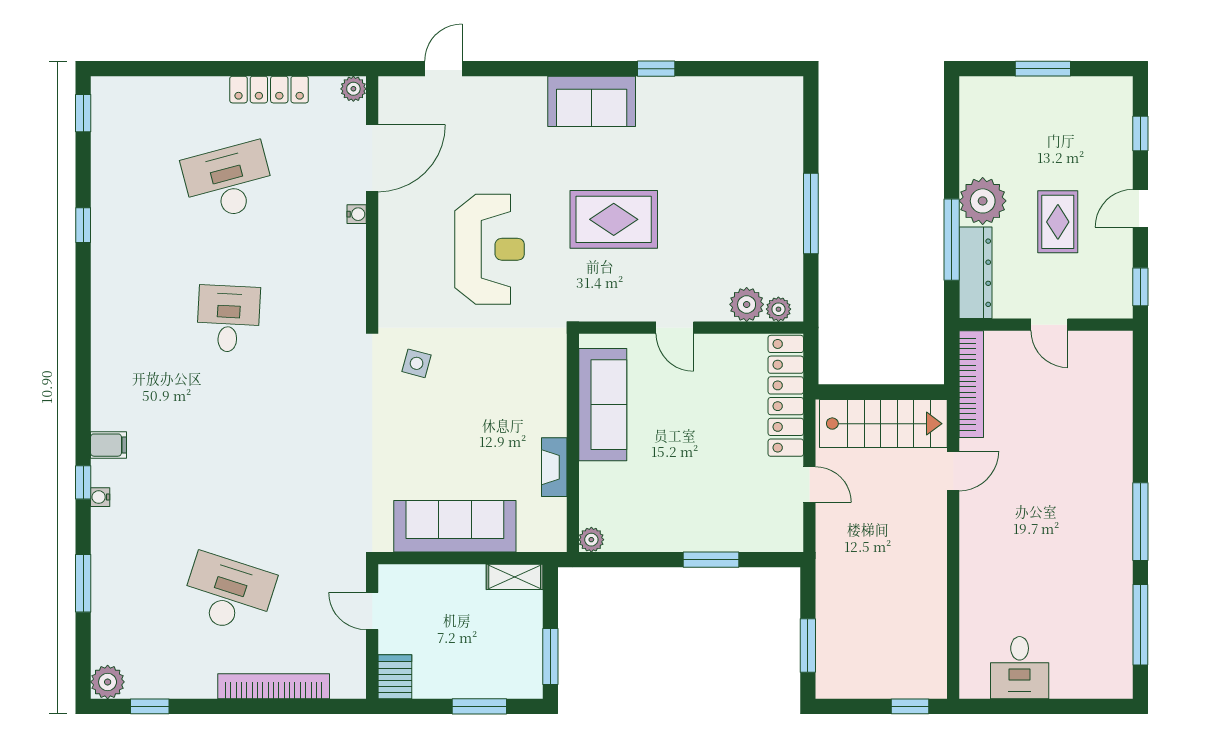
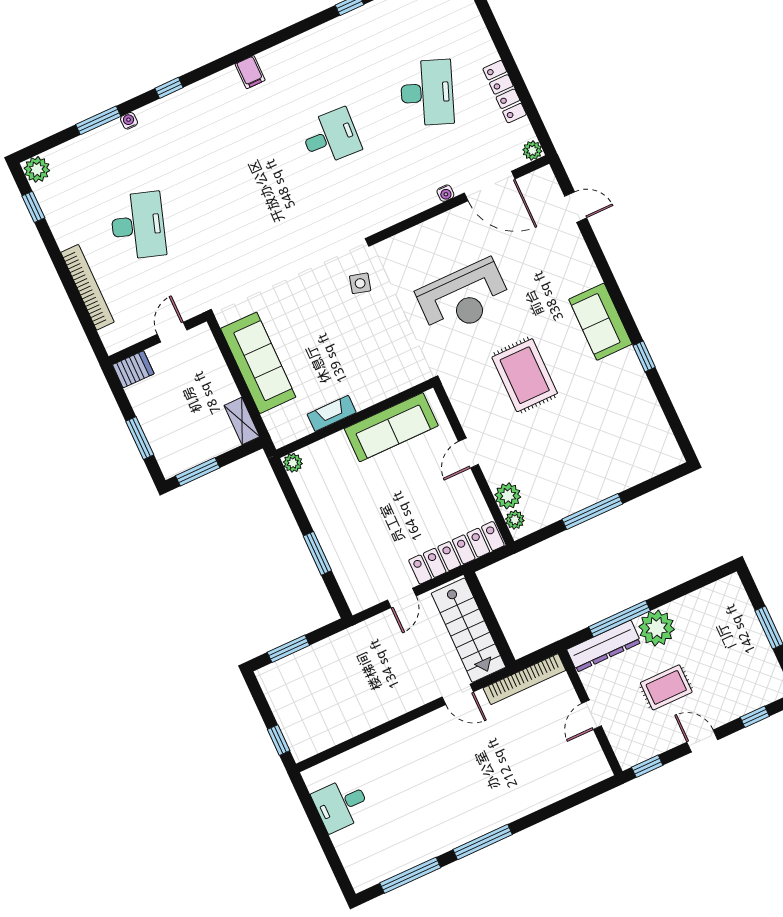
desk: (228, 181) -> (427, 93), turned 36
filing cabinet: (108, 445) -> (250, 72), moved
water cooler: (100, 497) -> (129, 121), moved

